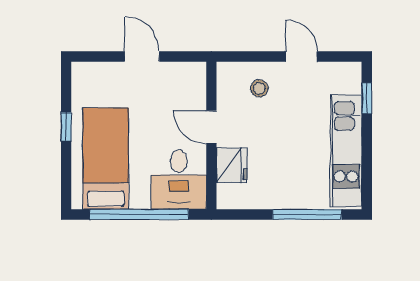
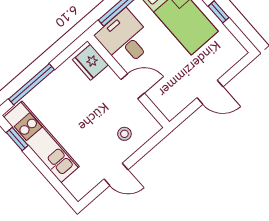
window: (367, 98) -> (17, 139), moved
fridge: (232, 165) -> (91, 62), moved

